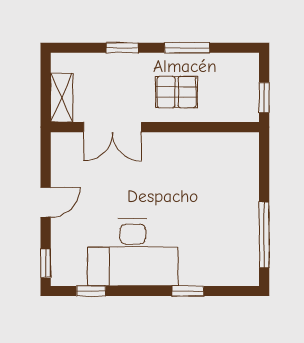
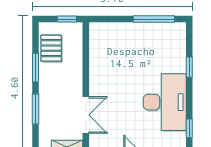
window: (122, 48) -> (35, 109), width x1.50
pallet: (177, 92) -> (51, 48), moved

